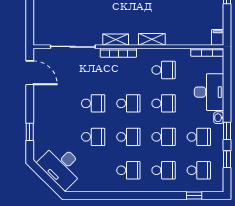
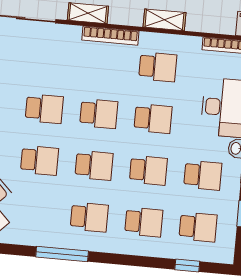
shelving: (152, 39) -> (164, 20), moved
bookcase: (118, 53) -> (110, 36), moved
window: (113, 196) -> (62, 254), added

